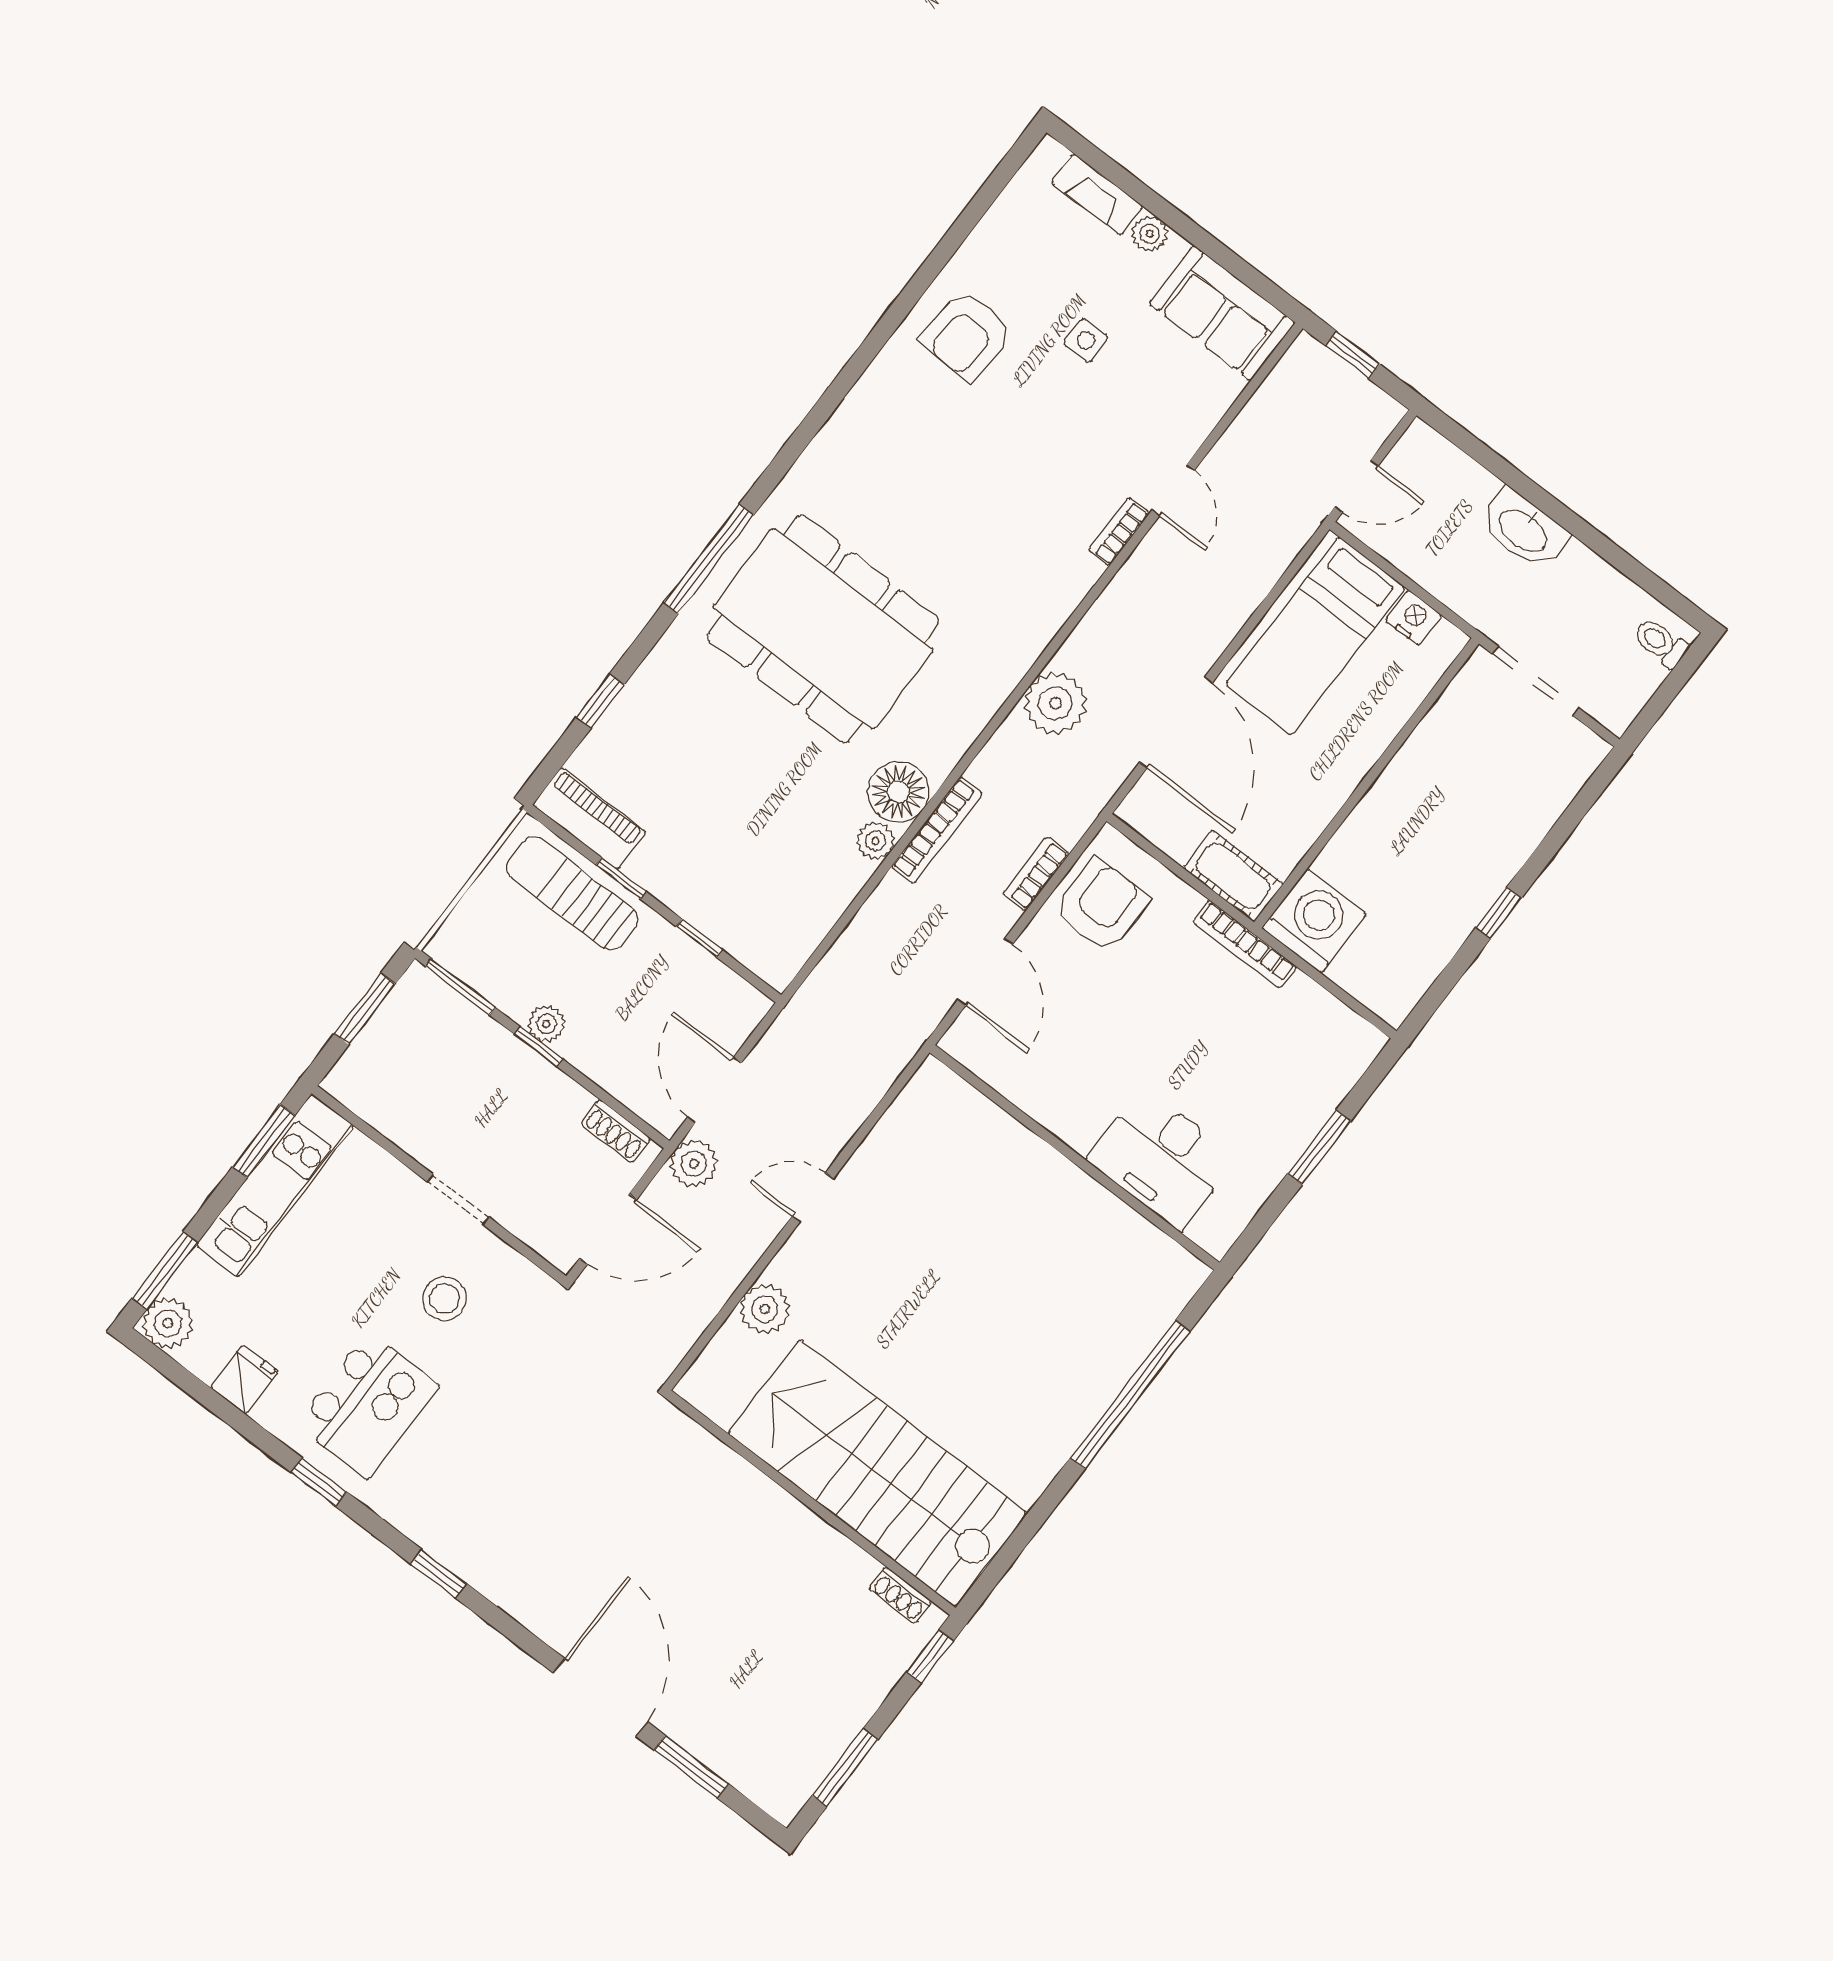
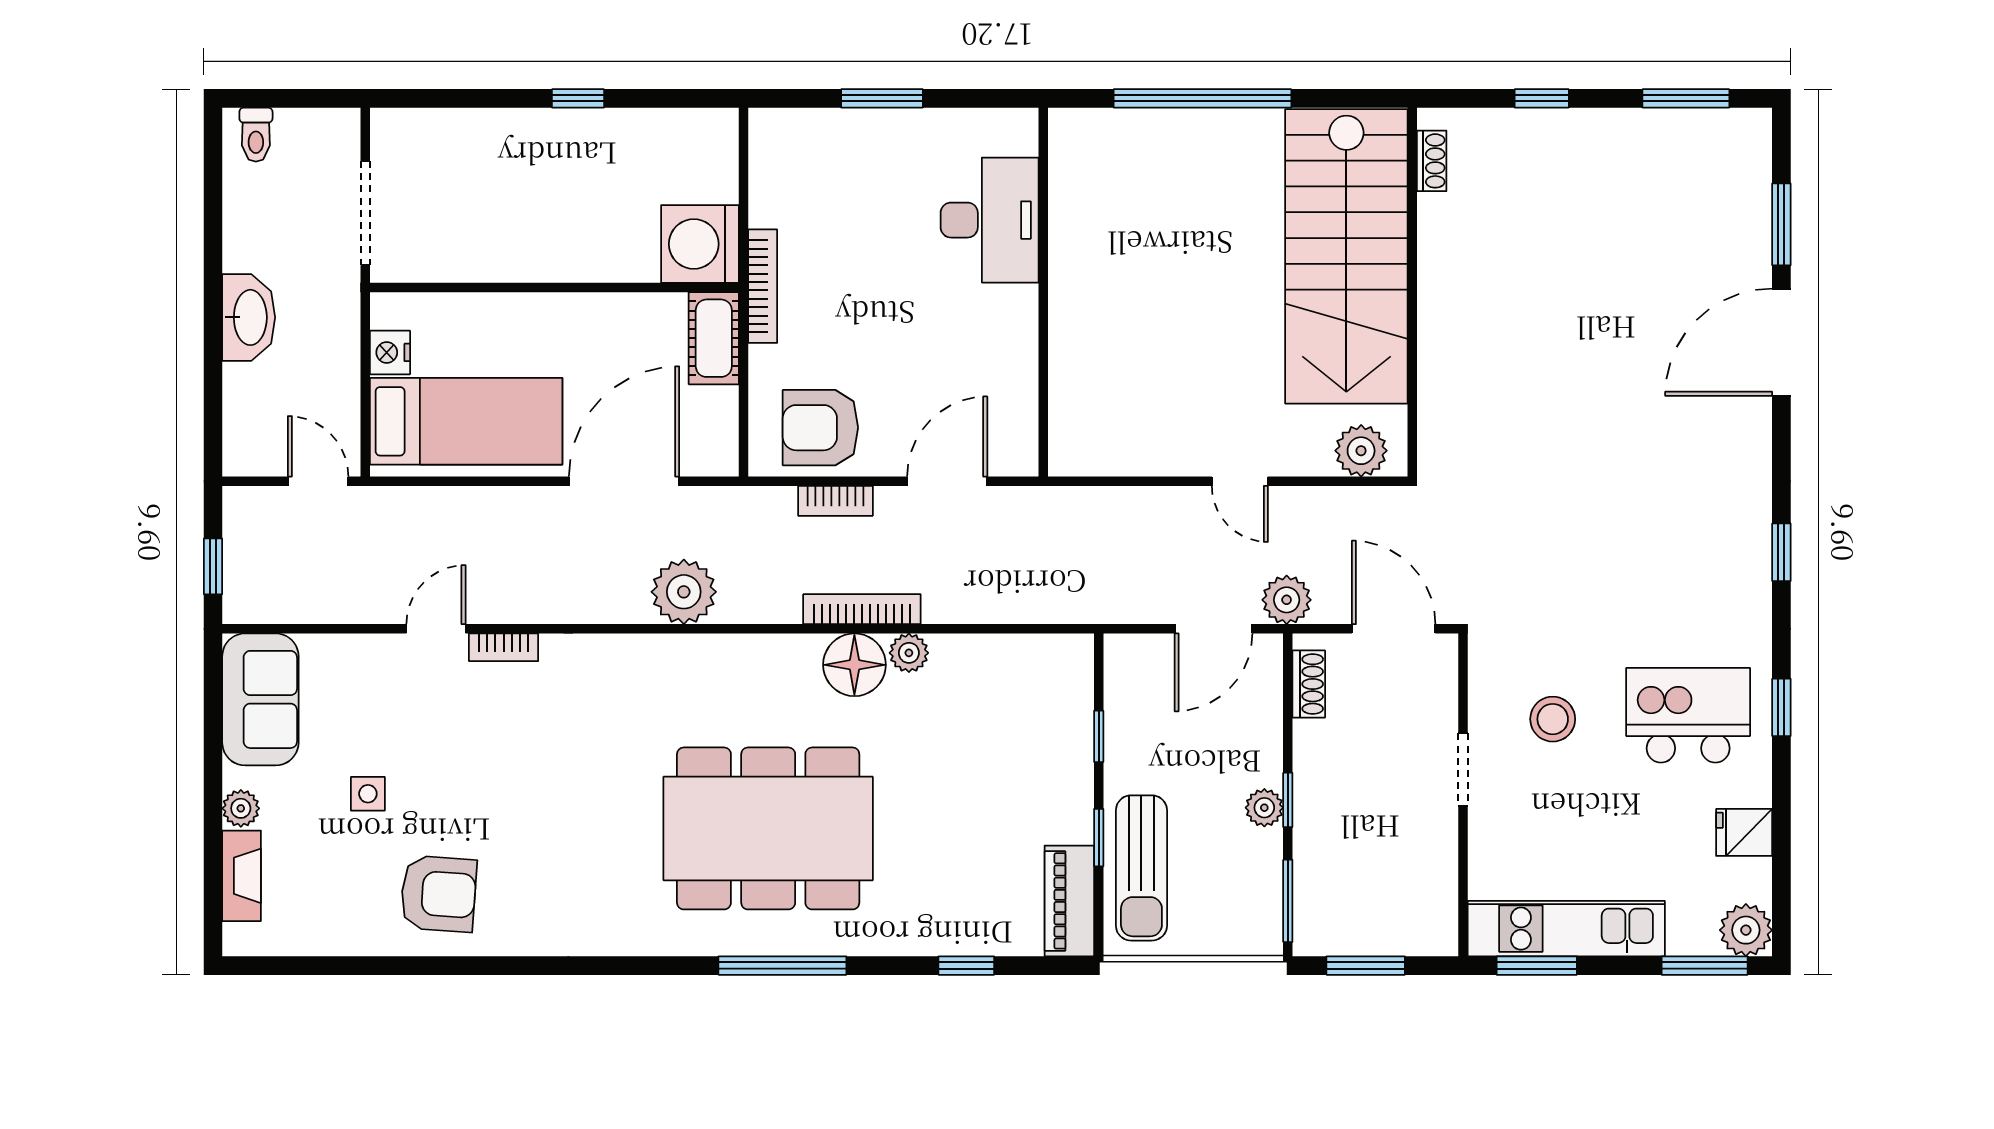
dining table: (823, 629) -> (768, 828), turned 90
stairs: (877, 1473) -> (1346, 256), moved
wall: (811, 1503) -> (1412, 292), moved
shoe rack: (900, 1595) -> (1432, 161), moved

